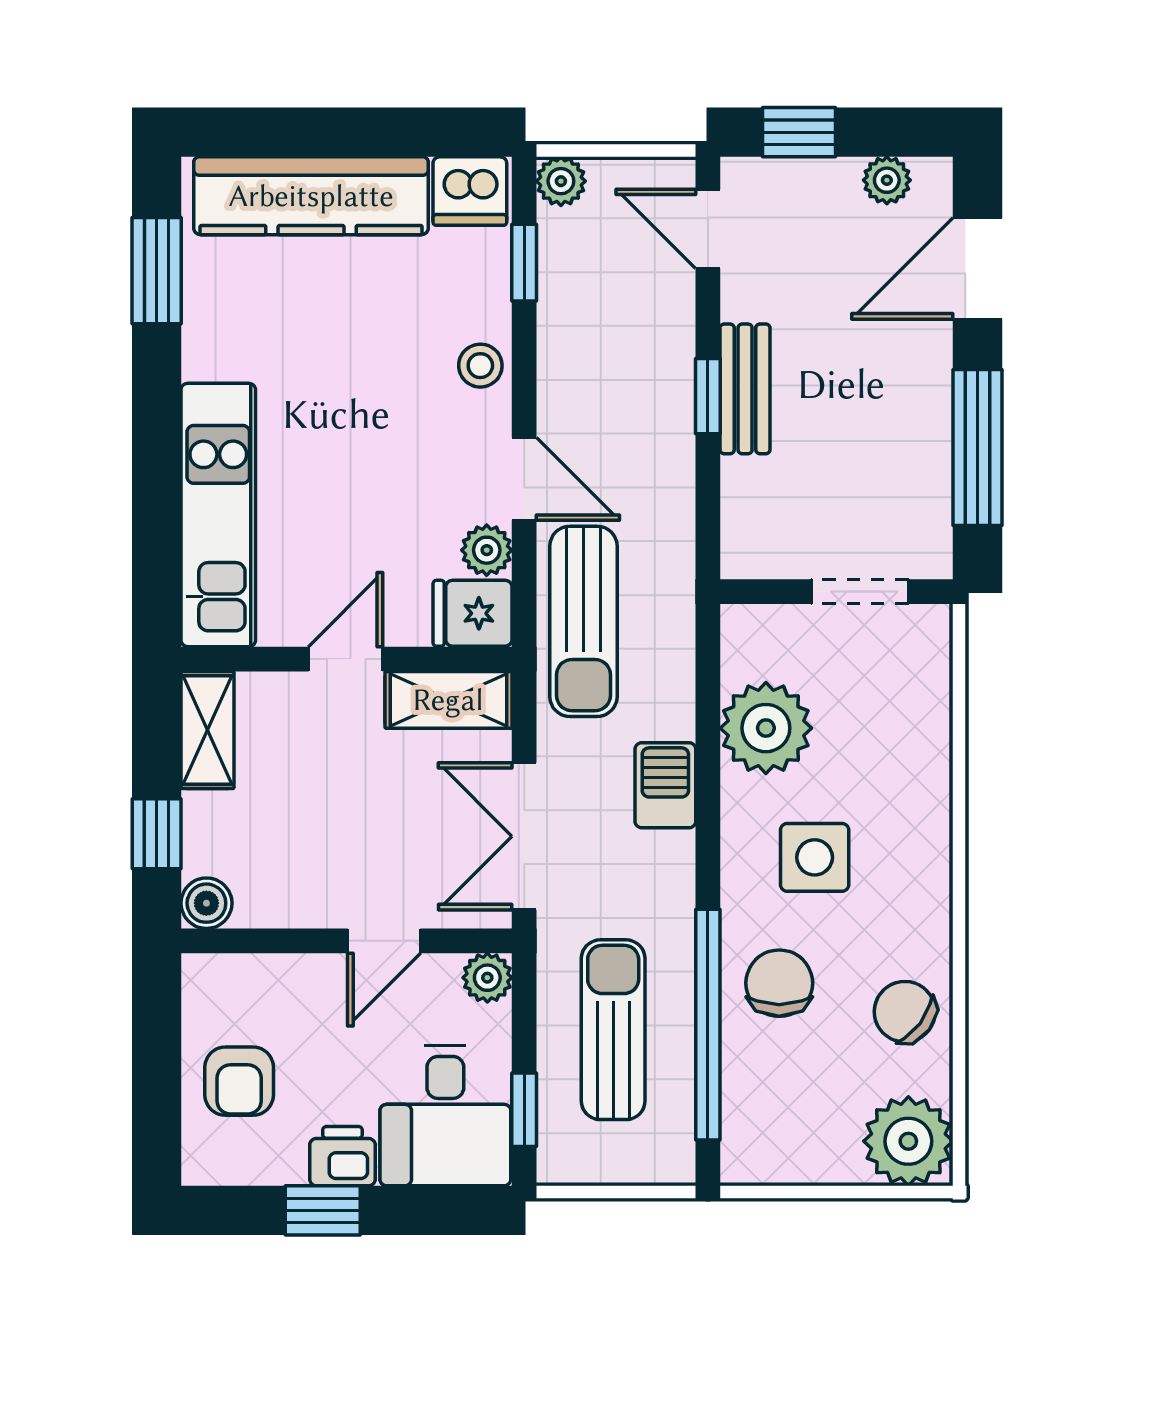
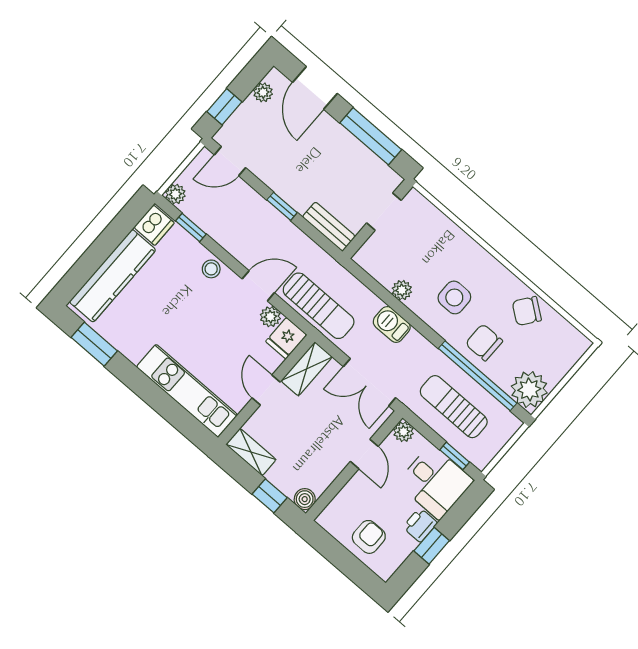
bench: (745, 389) -> (329, 227), moved
plant: (766, 728) -> (402, 290), width x0.53, depth x0.53
armchair: (239, 1081) -> (369, 537), turned -90
plant: (908, 1141) -> (529, 389), moved

